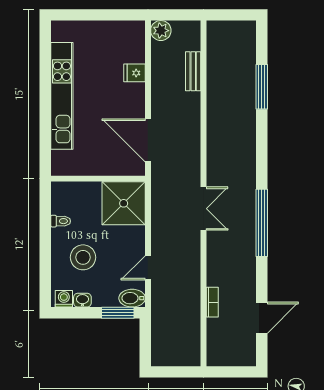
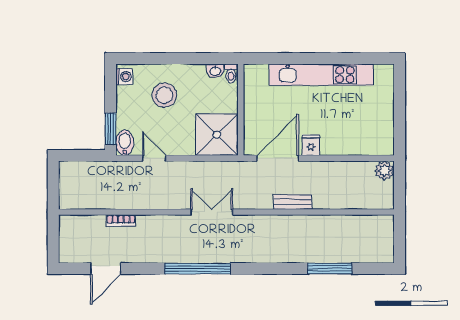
bench: (193, 71) -> (293, 202), moved
fridge: (134, 73) -> (311, 145), moved
double door: (203, 209) -> (212, 212), swing flipped
toilet: (61, 221) -> (231, 73), moved
washbasin: (82, 300) -> (215, 71), moved, turned 90
door: (262, 318) -> (106, 269), hinge flipped

